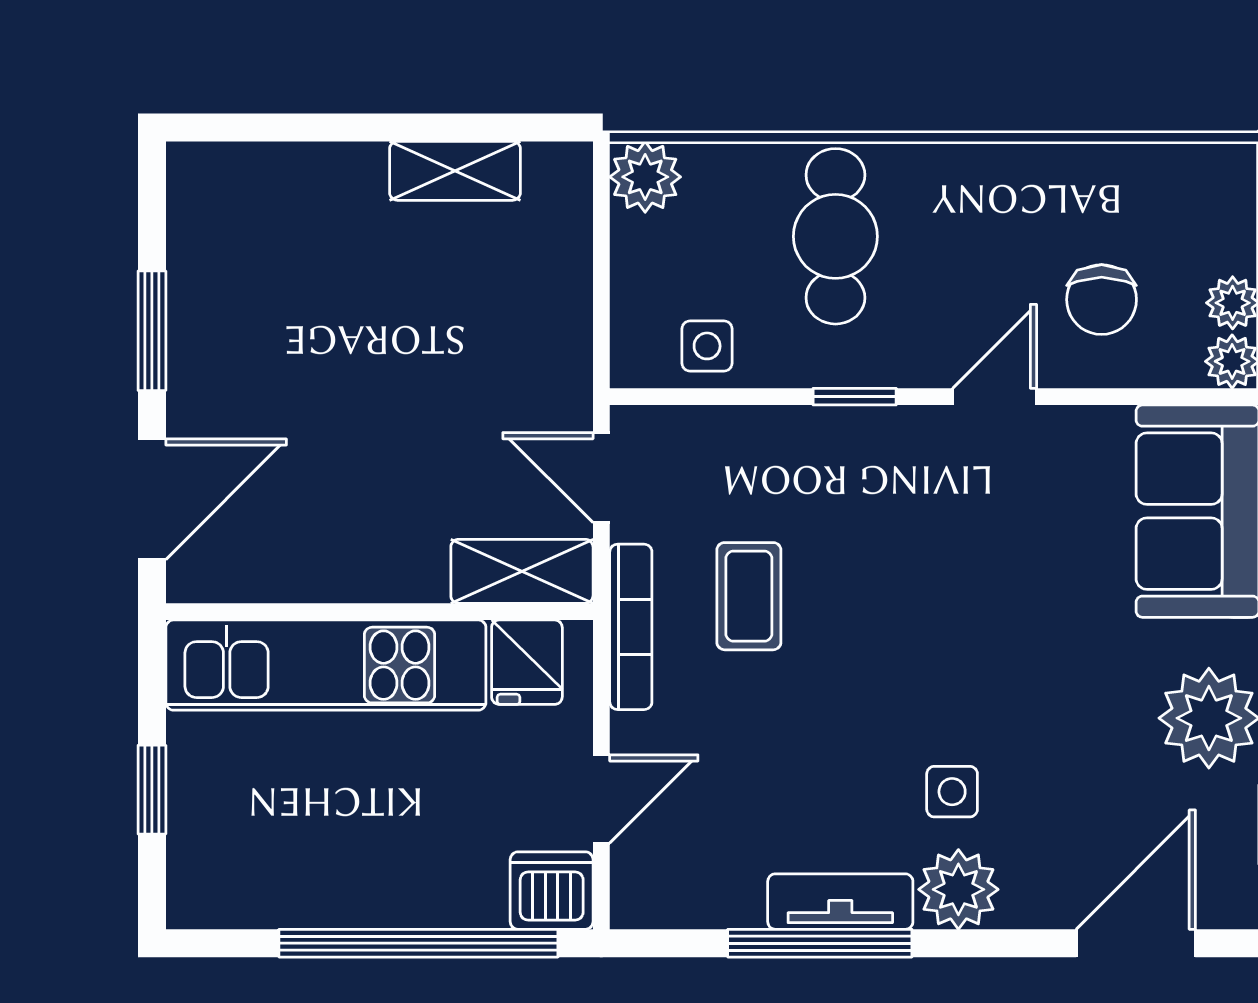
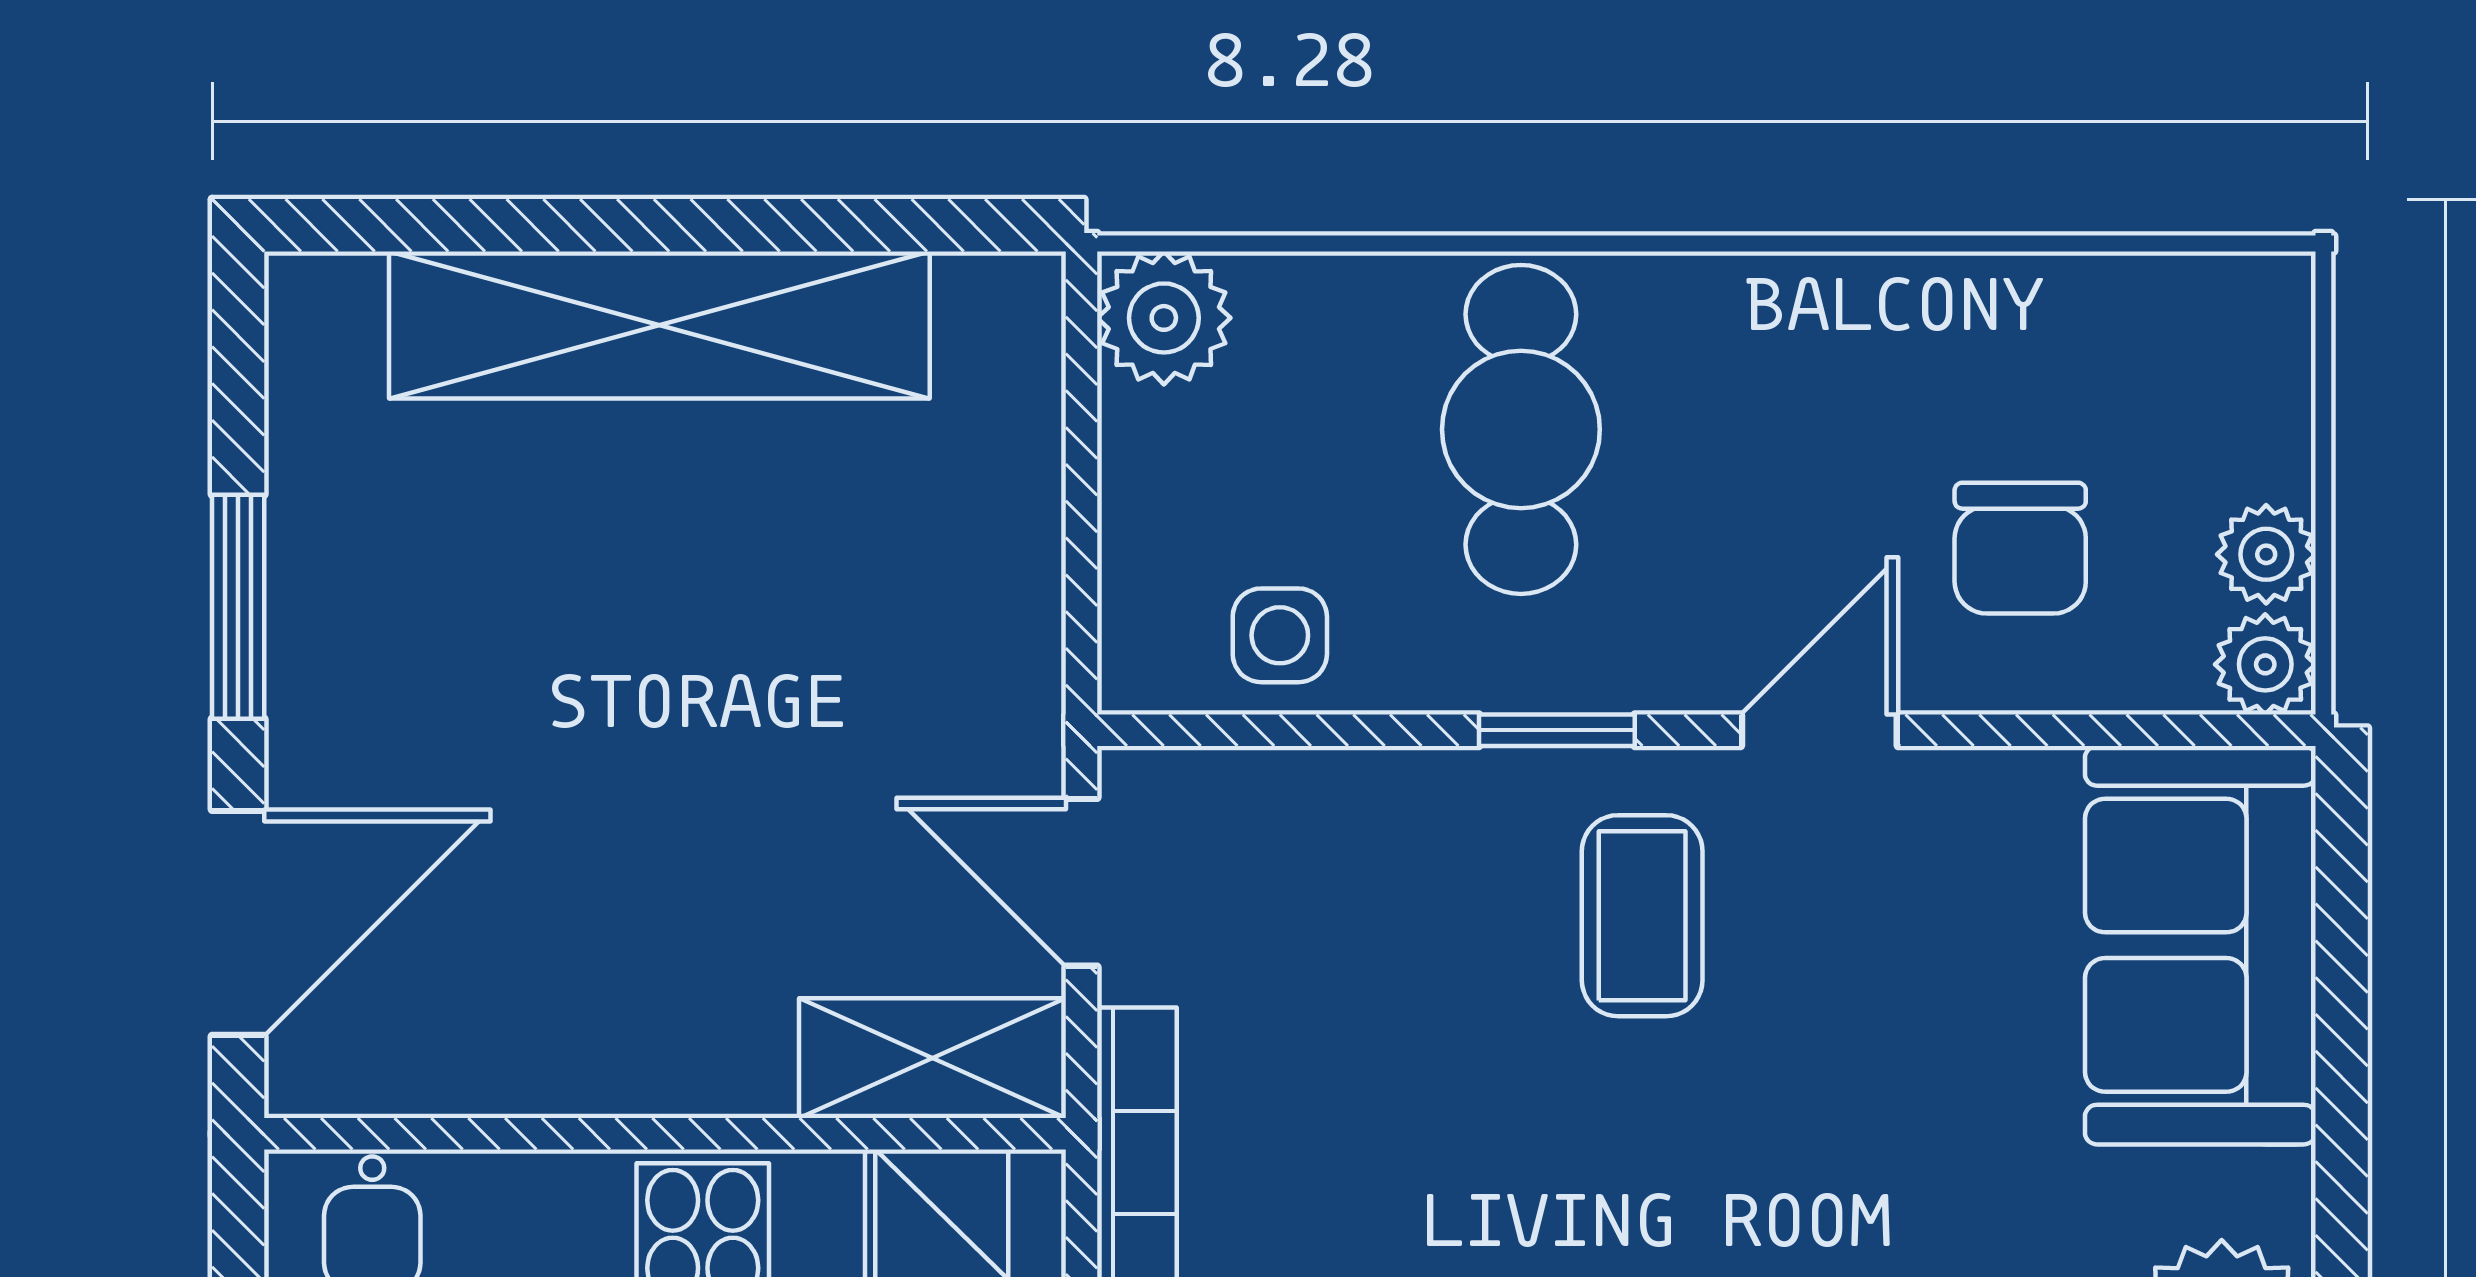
shelving: (455, 171) -> (659, 325), width x2.20, depth x1.33
coffee table: (749, 596) -> (1642, 916), moved

